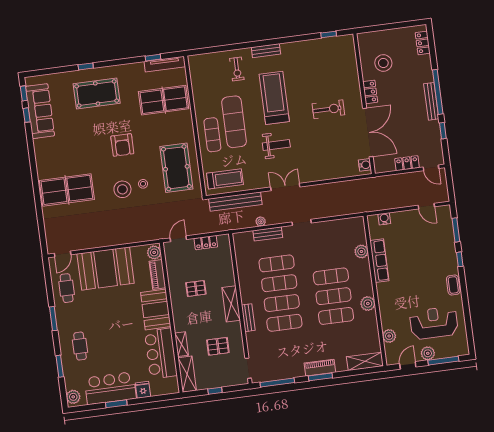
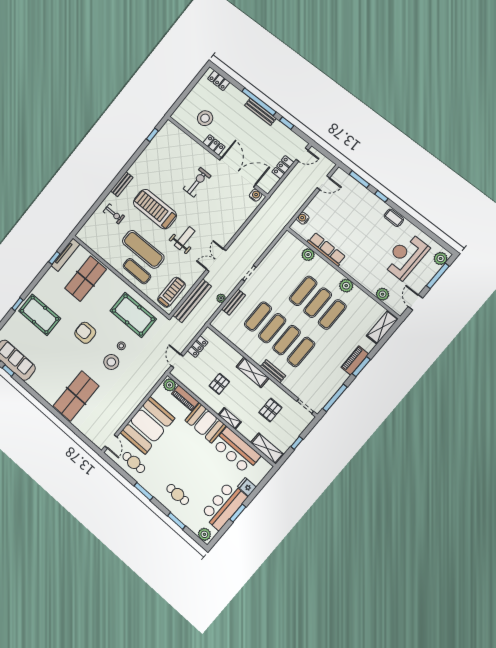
pool table: (97, 93) -> (40, 315), turned 90
armchair: (122, 145) -> (85, 333), turned 180
shelving: (182, 344) -> (230, 418), moved
plant: (428, 353) -> (441, 258), moved

